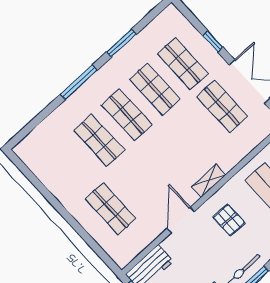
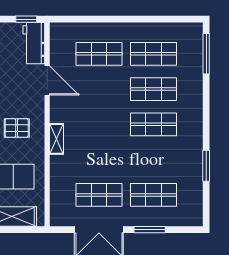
window: (213, 41) -> (150, 230), width x1.50
window: (79, 82) -> (206, 54), moved
shop shelf: (155, 89) -> (153, 54), moved
door: (181, 220) -> (47, 80), moved

